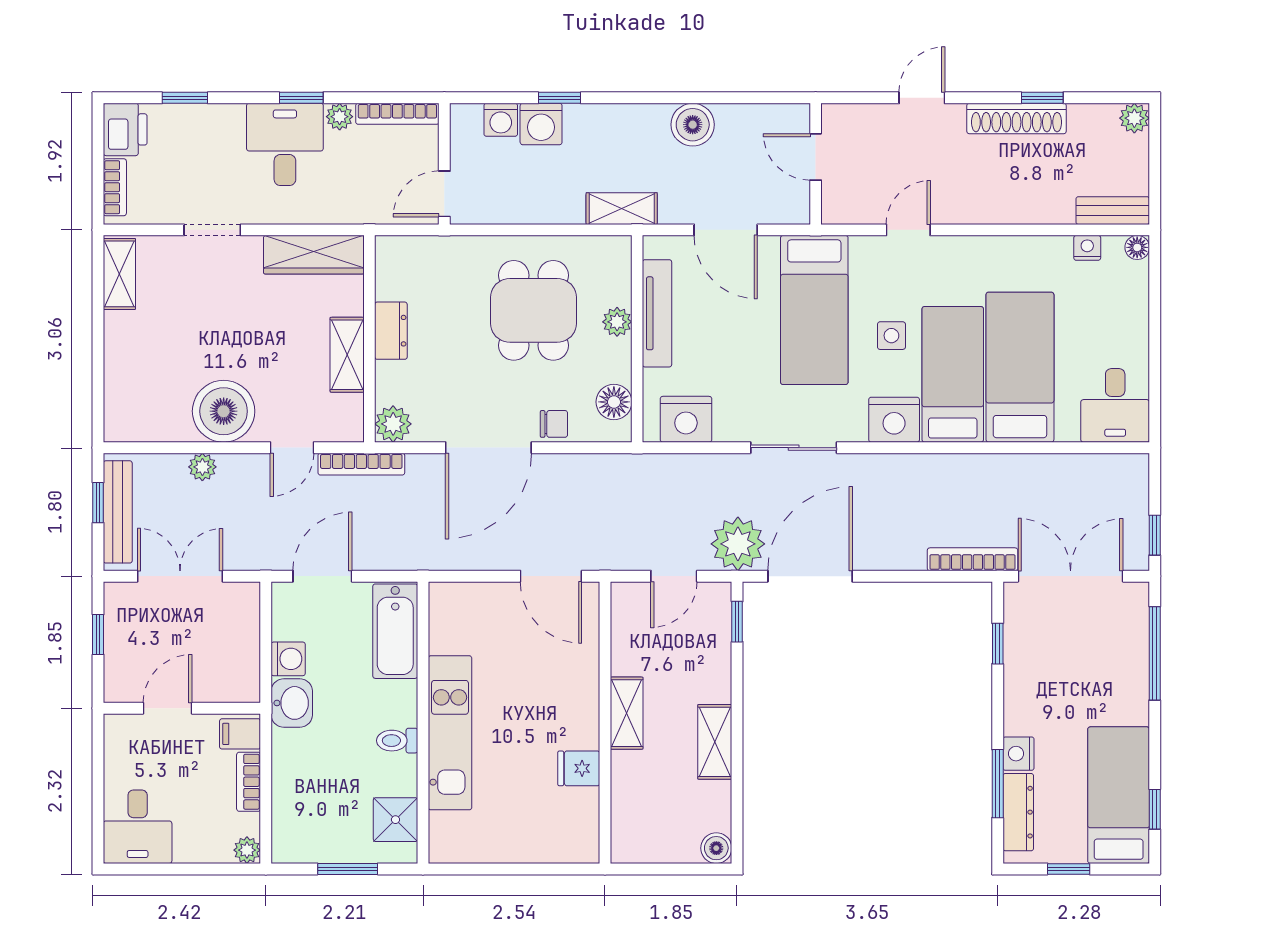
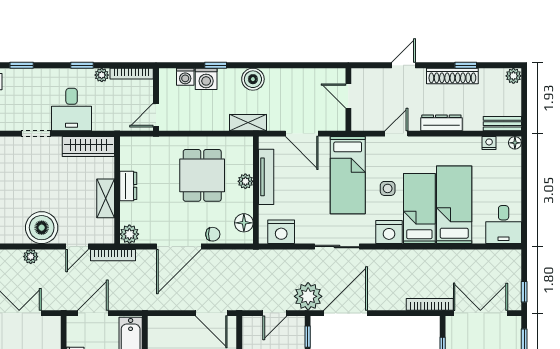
boiler: (693, 125) -> (253, 79), moved
desk: (285, 144) -> (72, 110), moved, turned 180
dresser: (995, 209) -> (441, 123), added

